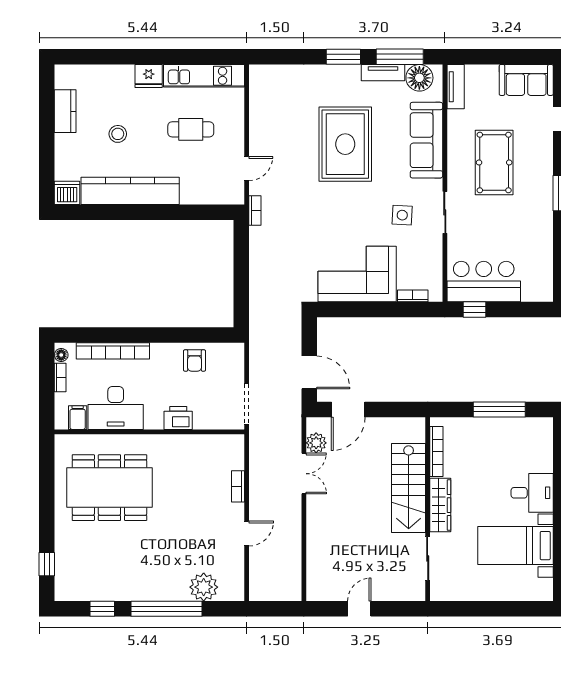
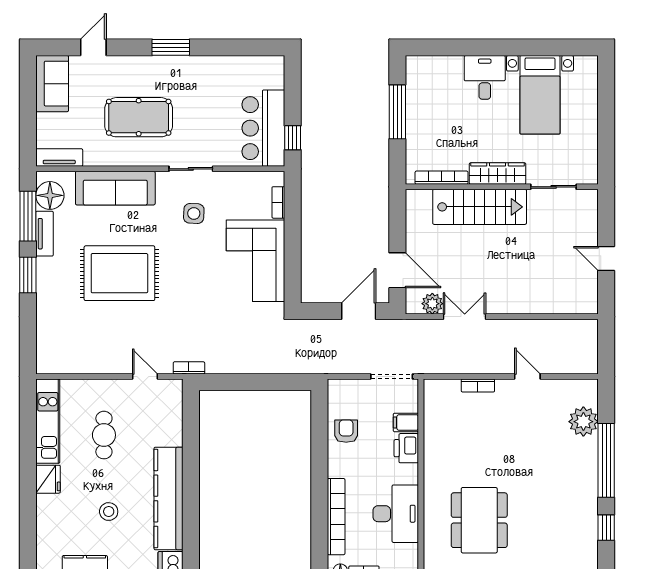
armchair: (195, 361) -> (346, 431), turned -90
filing cabinet: (78, 418) -> (406, 422), moved
dining table: (109, 488) -> (479, 520), width x0.73, depth x0.80

